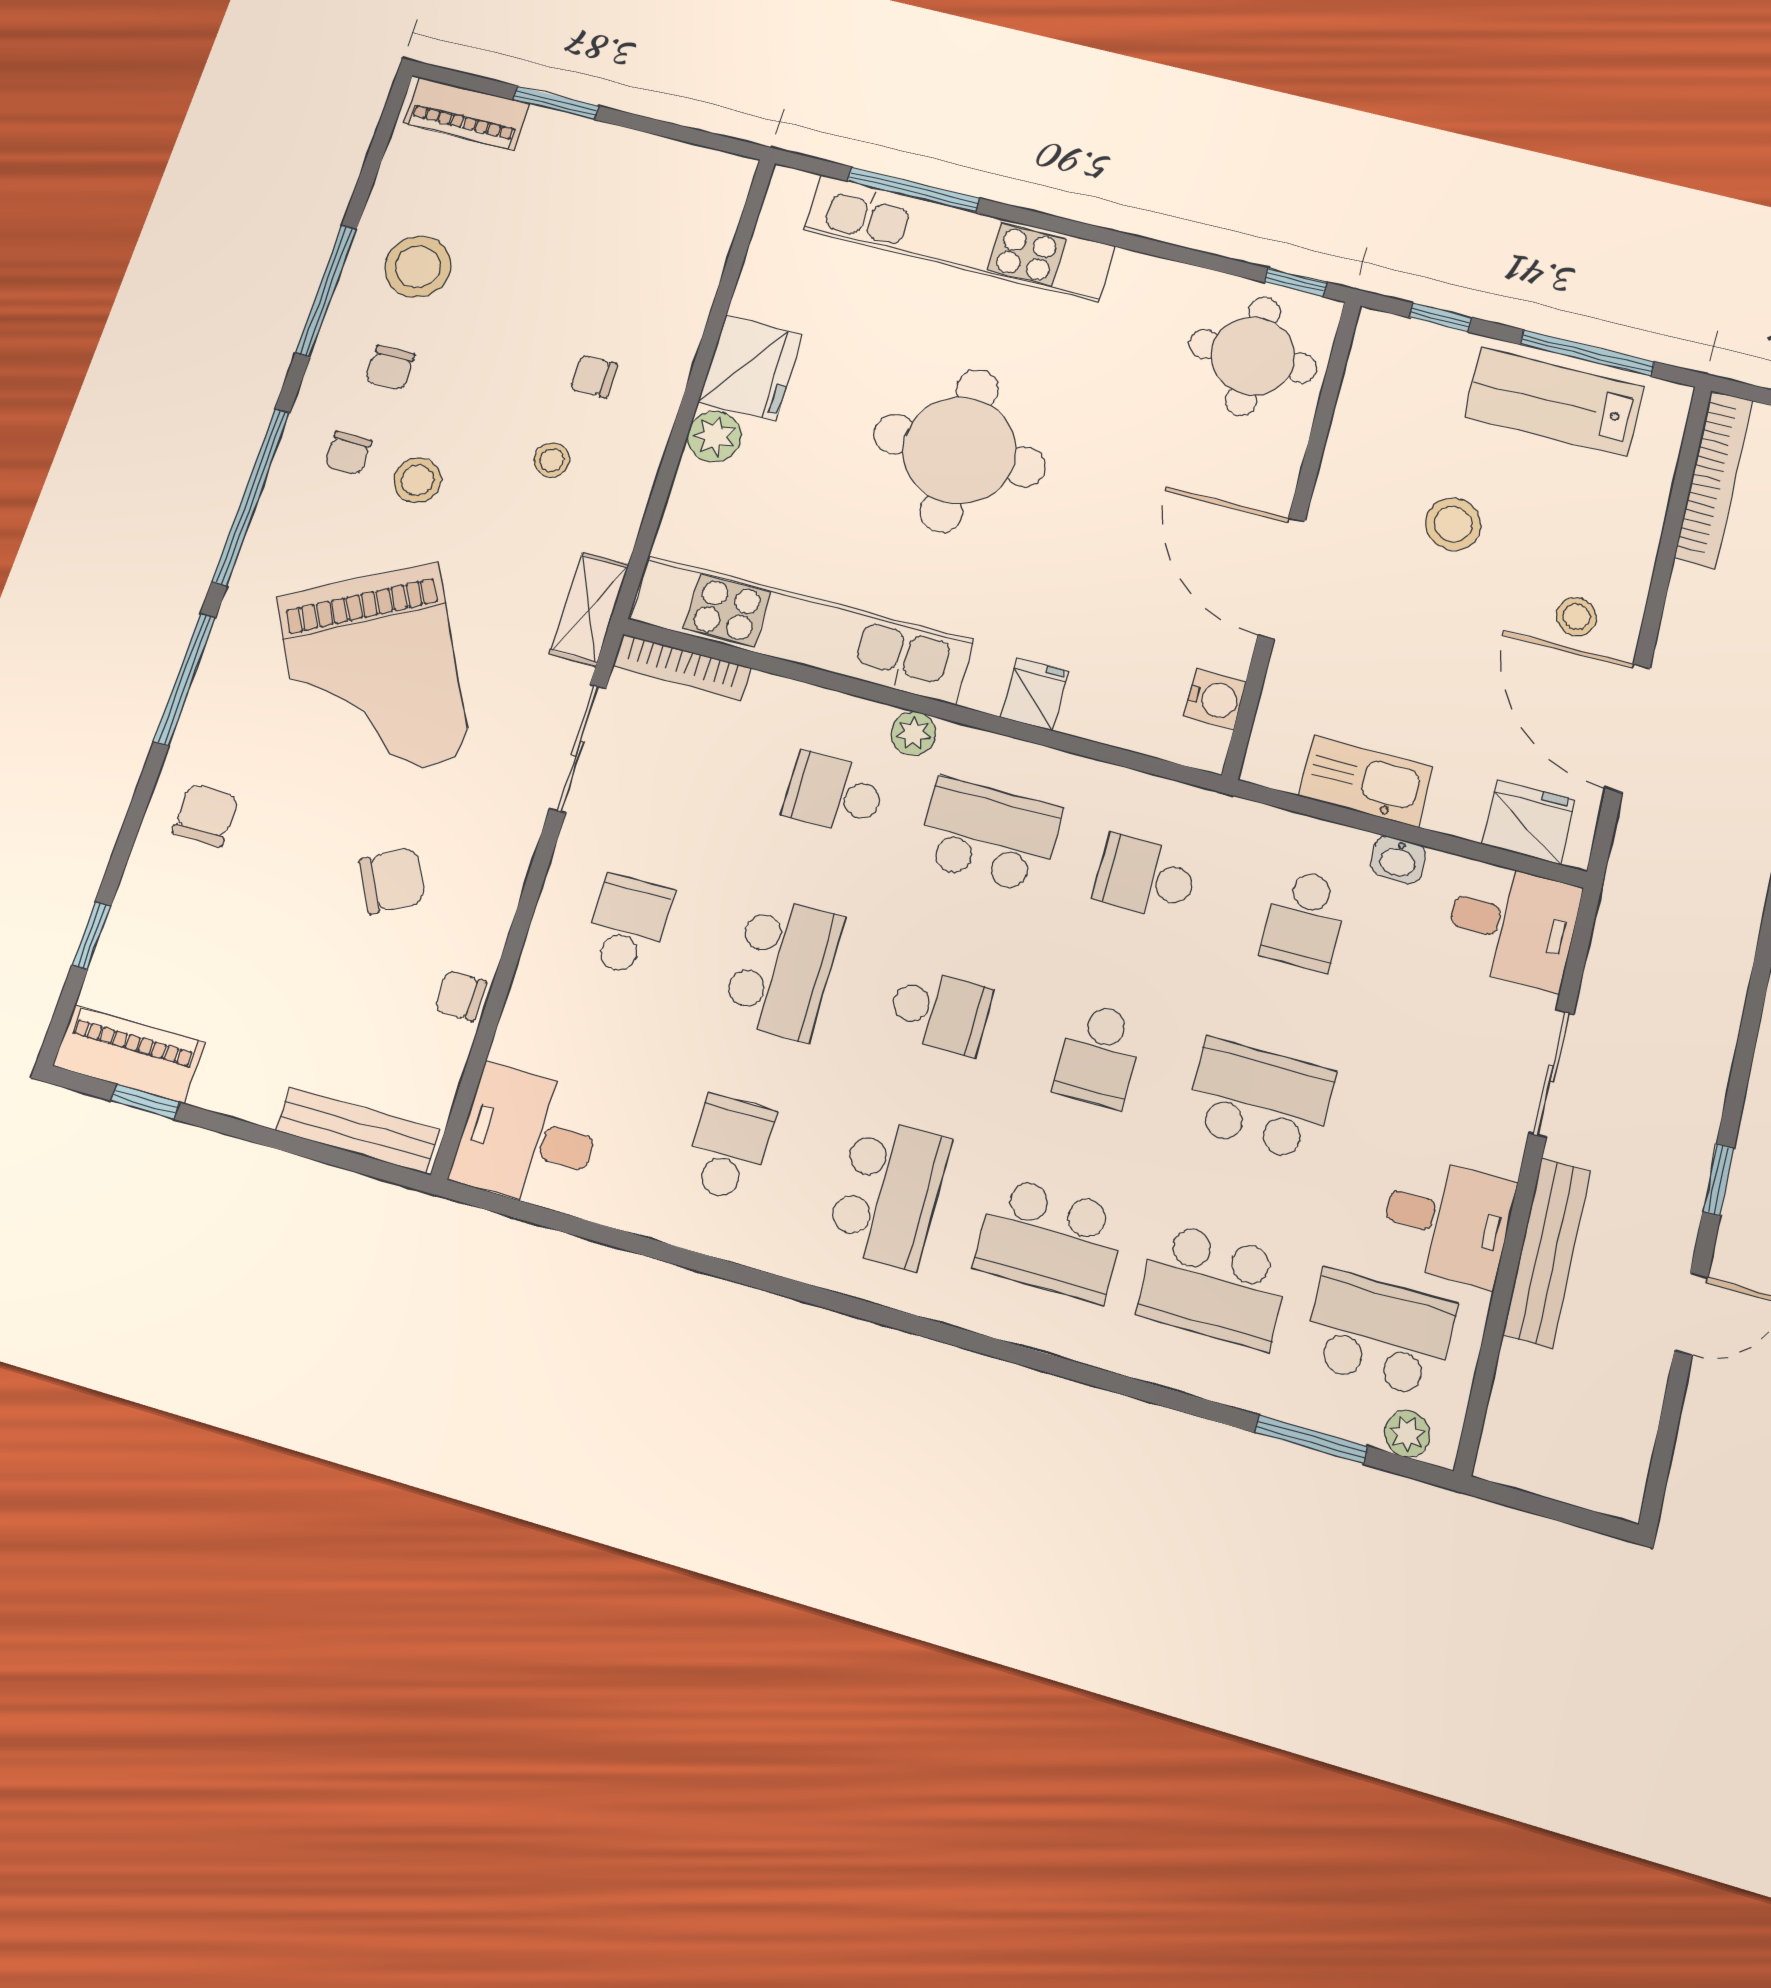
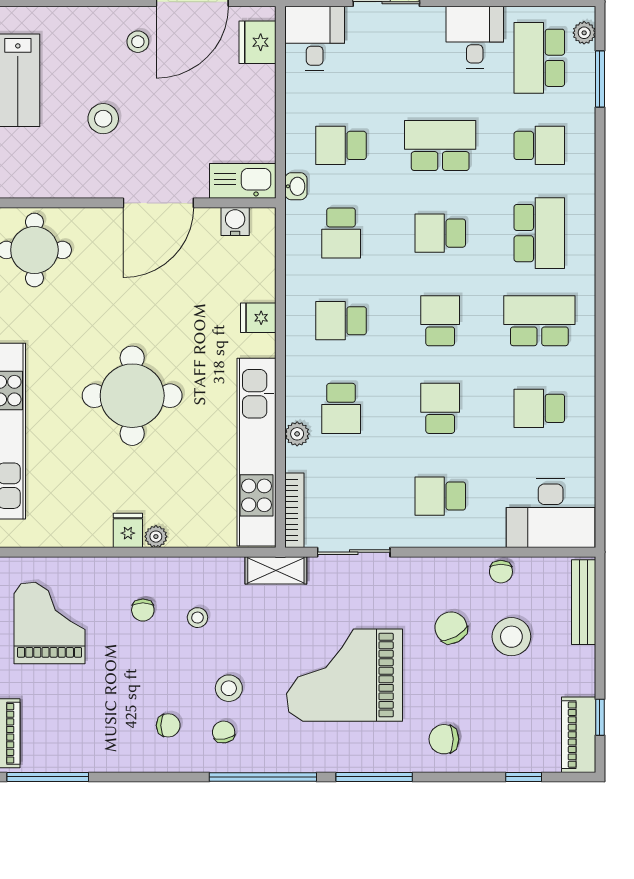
grand piano: (621, 226) -> (50, 623), added
stool: (418, 267) -> (511, 637), moved
window: (326, 291) -> (48, 777), moved
fridge: (750, 368) -> (128, 530), width x0.53, depth x0.75
plant: (714, 437) -> (156, 537), width x0.73, depth x0.73
chair: (348, 453) -> (224, 732), turned -100
grand piano: (373, 676) -> (344, 675), turned -152
plant: (913, 733) -> (297, 434), moved
kitchen sink: (1366, 781) -> (243, 181), moved, turned 90
school desk: (989, 835) -> (341, 321), width x0.54
washbasin: (1398, 859) -> (296, 186), moved
school desk: (1305, 920) -> (341, 145), turned 180
school desk: (783, 968) -> (440, 408), width x0.54
school desk: (1099, 1055) -> (440, 233), turned 180
school desk: (1260, 1100) -> (440, 145), turned 90
desk: (528, 1137) -> (551, 513), width x1.37
school desk: (1214, 1286) -> (539, 145), width x0.54

